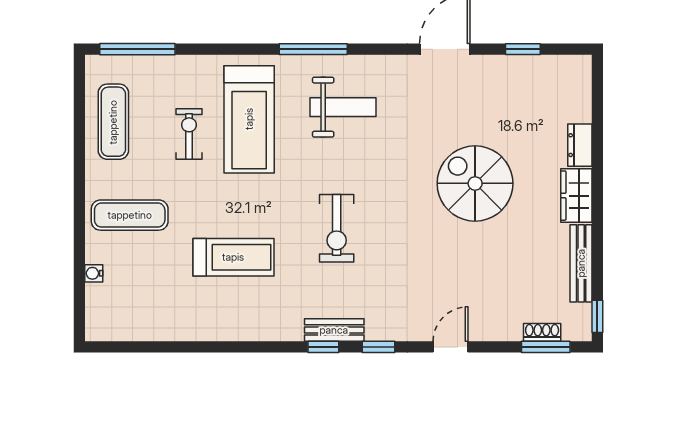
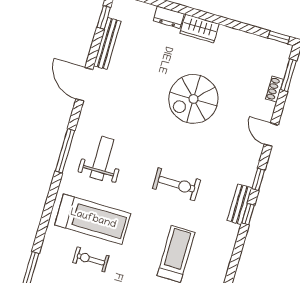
window: (313, 49) -> (65, 151), moved
window: (523, 49) -> (104, 17), moved
spiral stairs: (475, 183) -> (193, 99), moved
bench: (581, 263) -> (107, 43), moved, turned 90
shoe rack: (542, 332) -> (275, 89), moved

